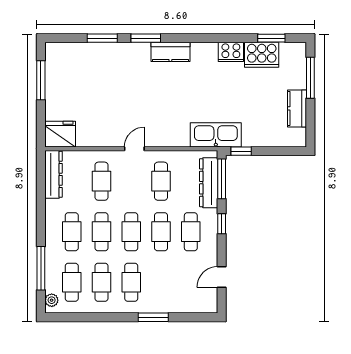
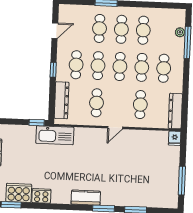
fridge: (60, 134) -> (175, 138), width x0.53, depth x0.75
window: (222, 179) -> (52, 103), removed
cafe table: (72, 282) -> (99, 28), moved
plant: (52, 300) -> (180, 32), moved

